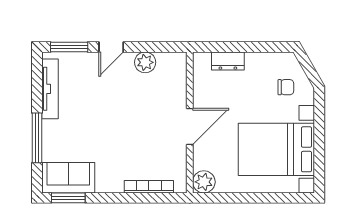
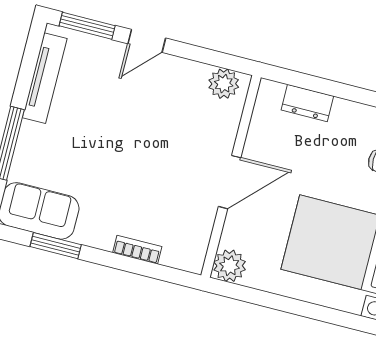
plant: (145, 62) -> (224, 84), moved
bookcase: (149, 187) -> (137, 250), width x0.64
window: (68, 198) -> (56, 246), moved

